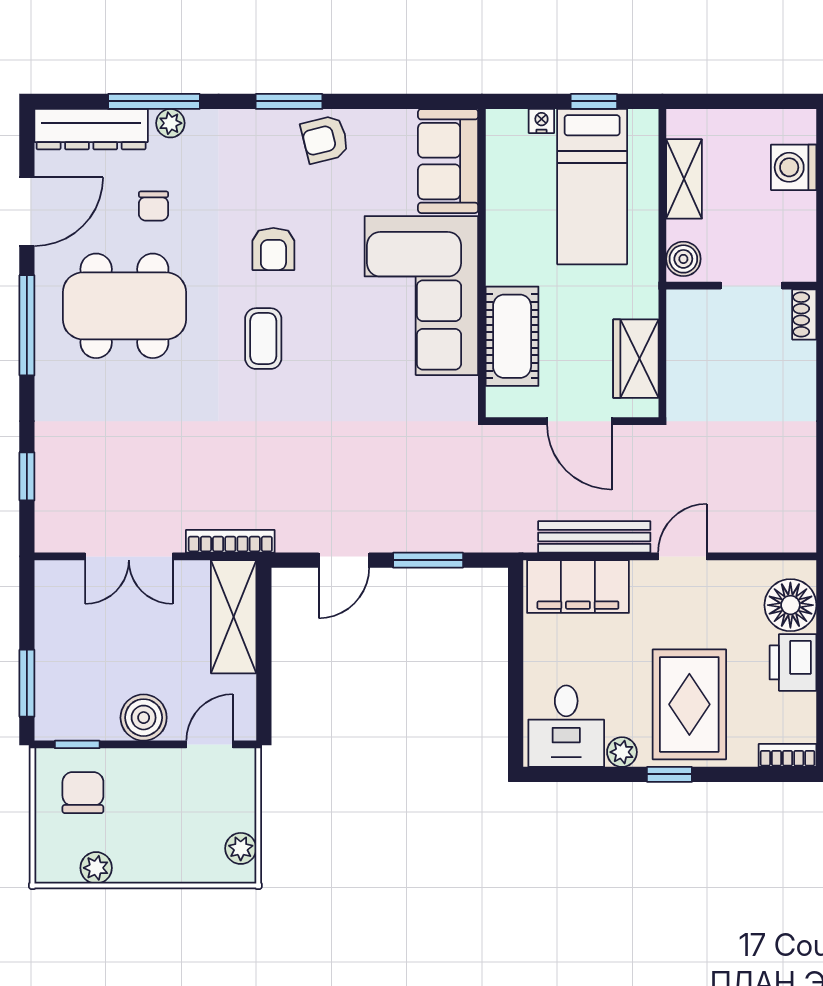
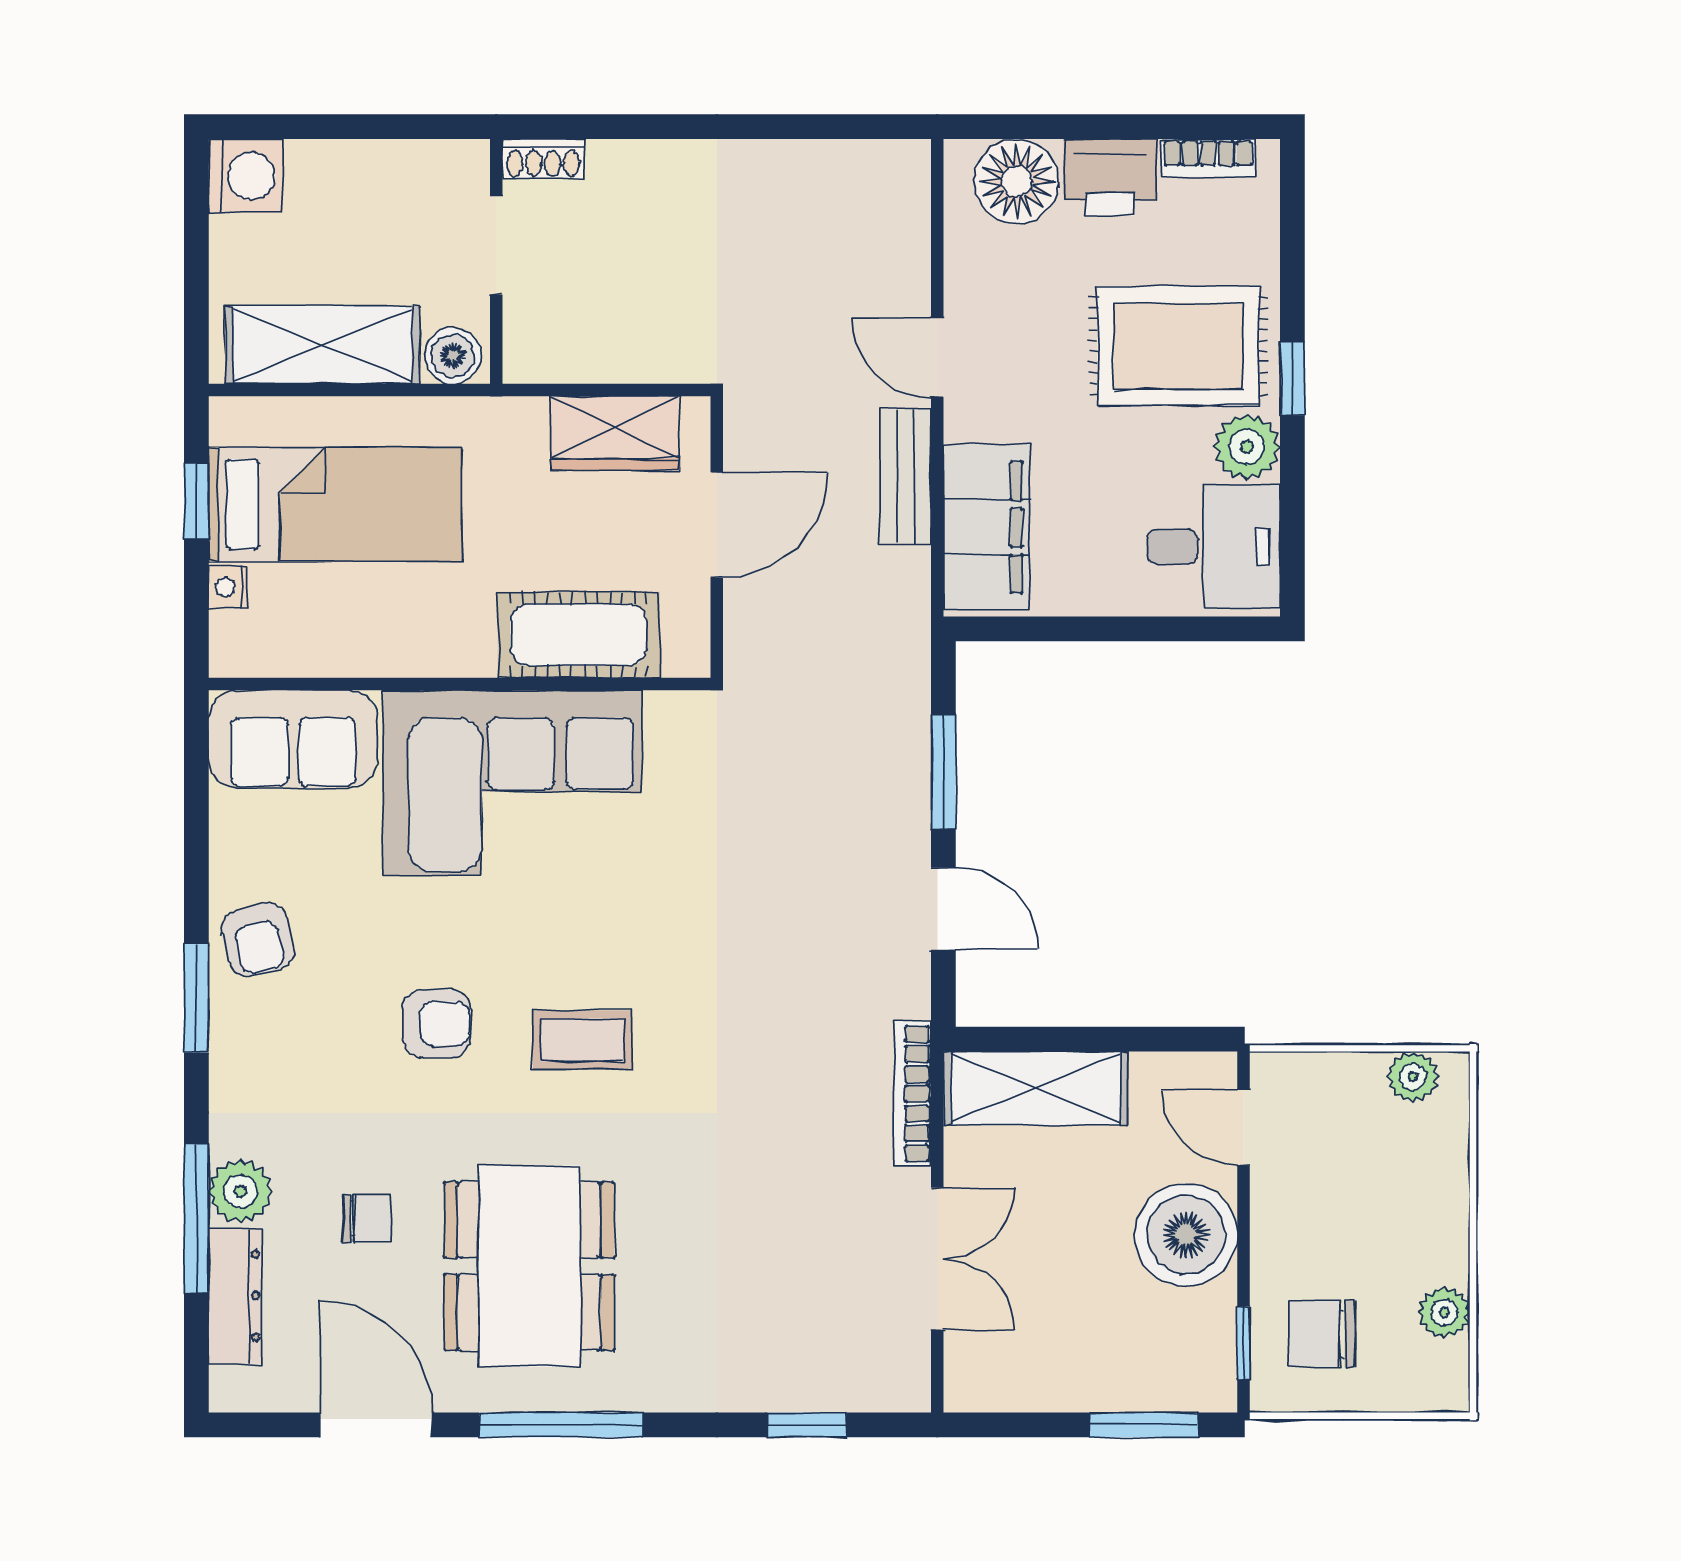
plant: (170, 123) -> (240, 1191), width x1.38, depth x1.38
dresser: (91, 129) -> (235, 1296), width x0.73, depth x0.80
washing machine: (794, 167) -> (246, 176), moved, turned -90
shelving: (684, 179) -> (323, 345), width x1.50, depth x1.33
bench: (594, 537) -> (905, 477), width x0.73
boiler: (144, 718) -> (1186, 1235), width x1.37, depth x1.37
plant: (622, 752) -> (1247, 447), width x1.38, depth x1.38
bookcase: (788, 755) -> (1208, 158), moved, turned -90

